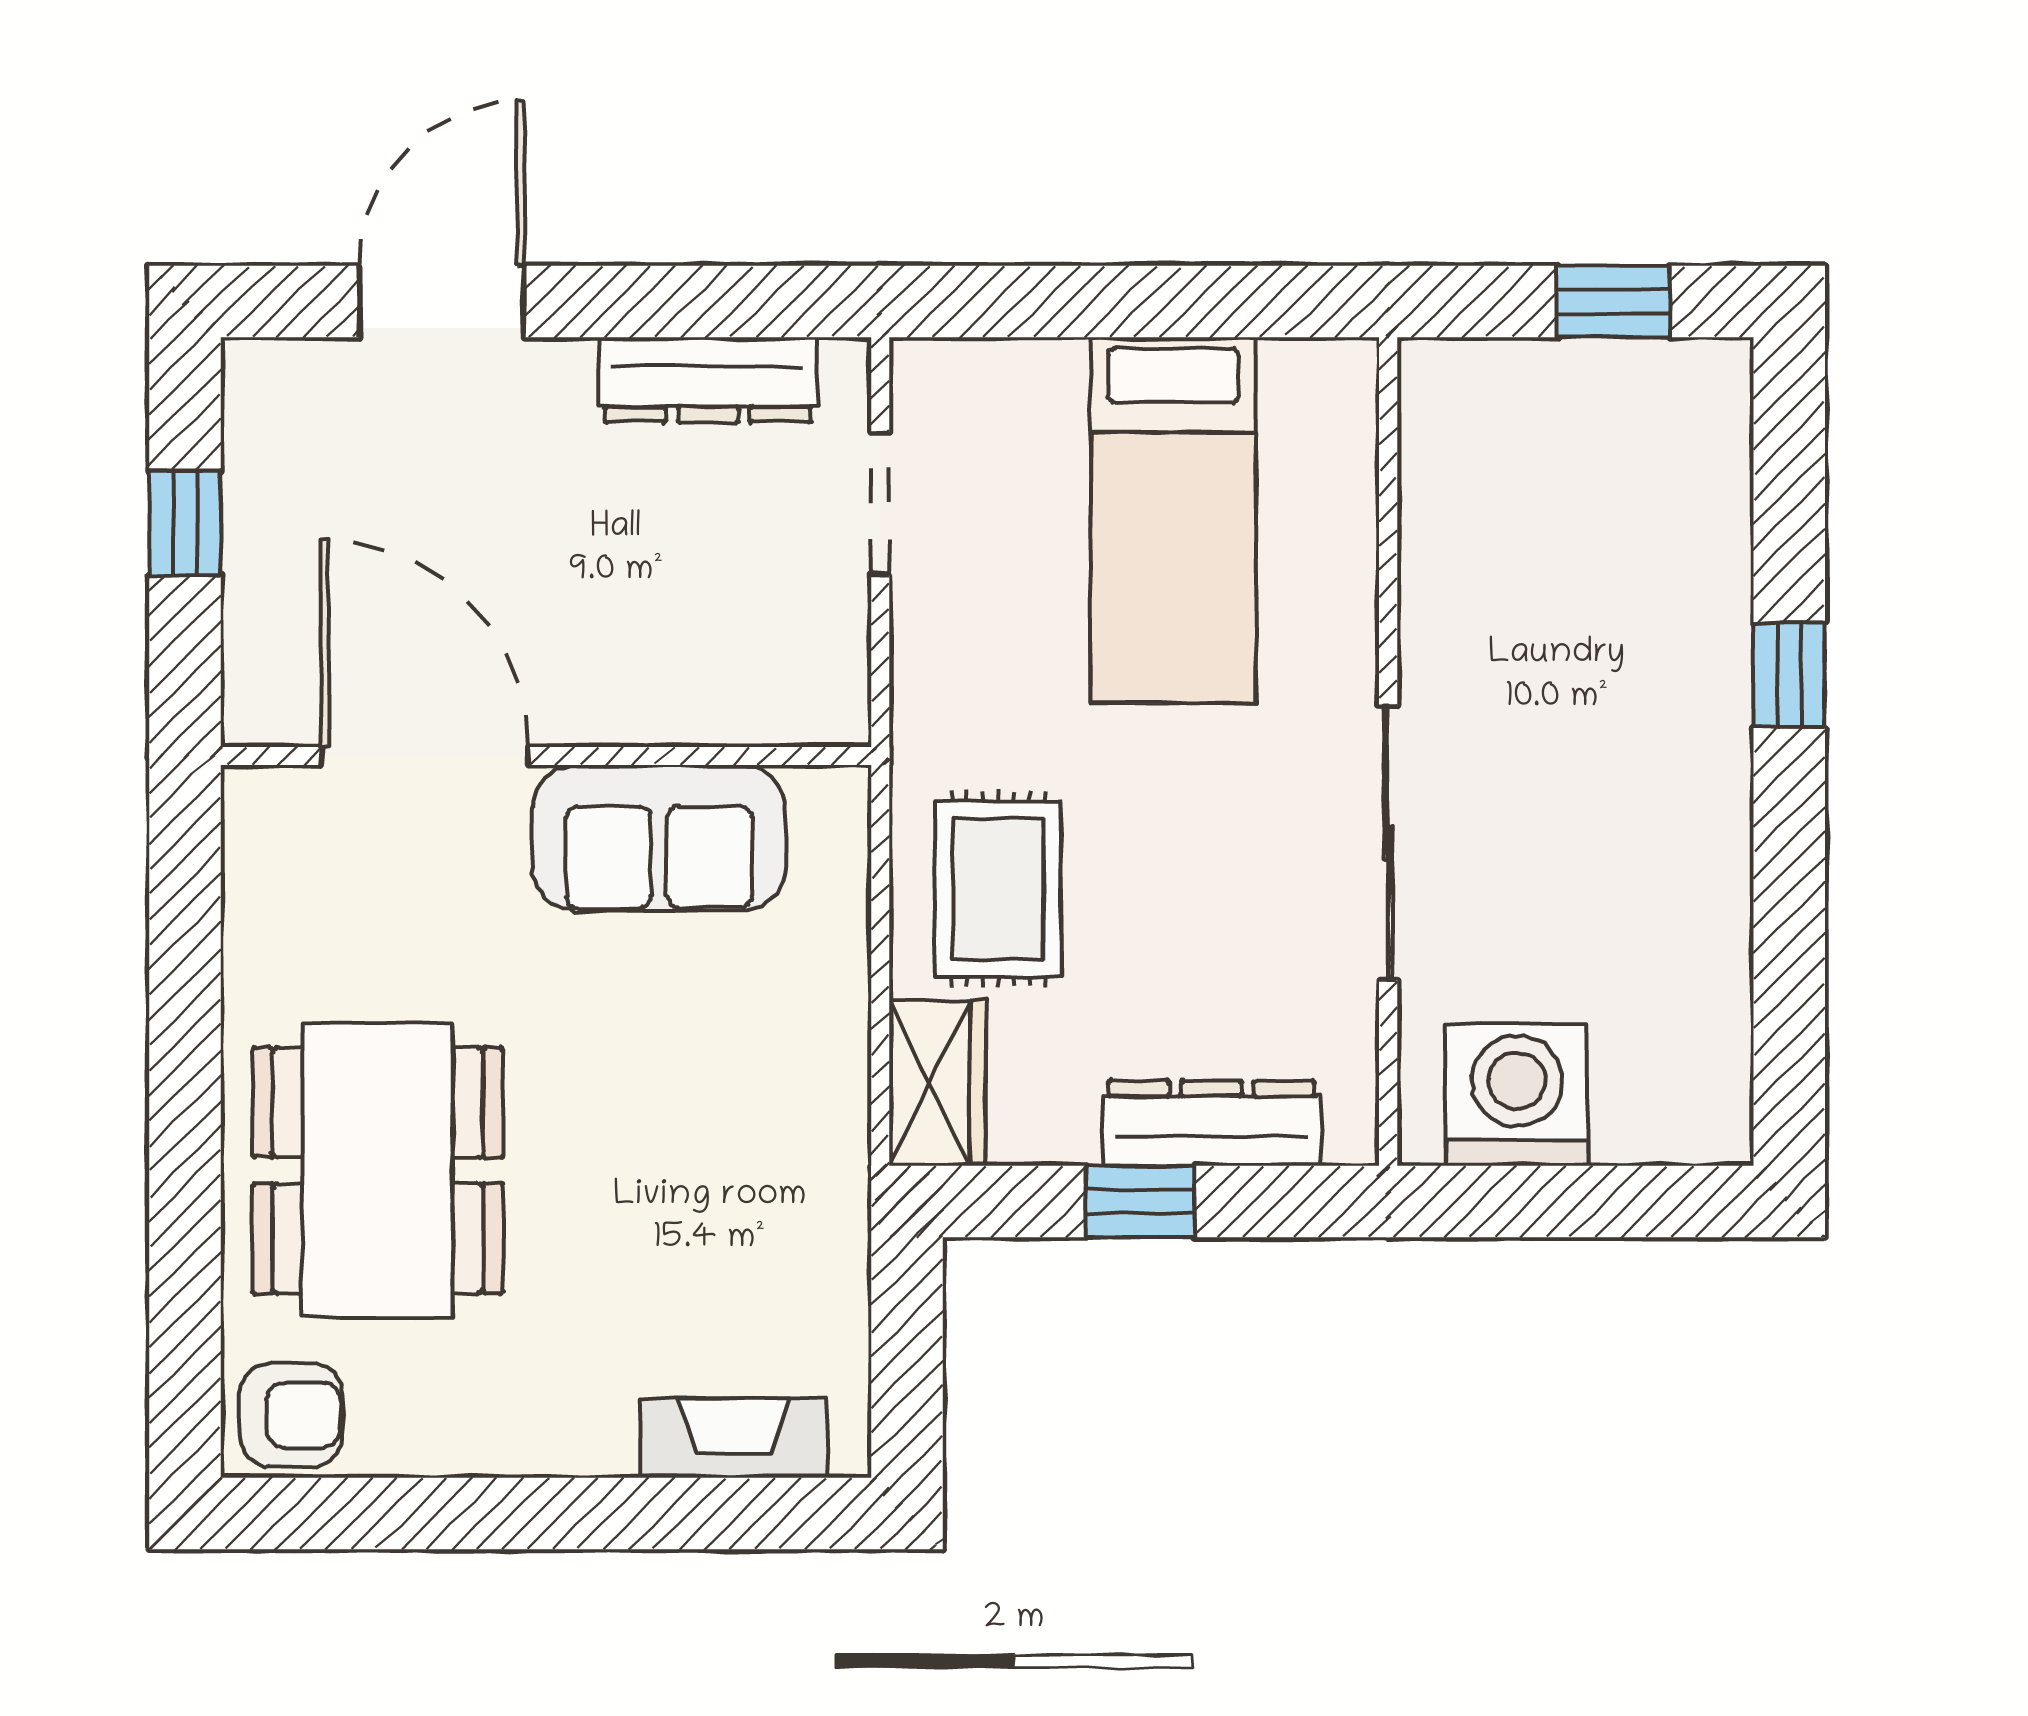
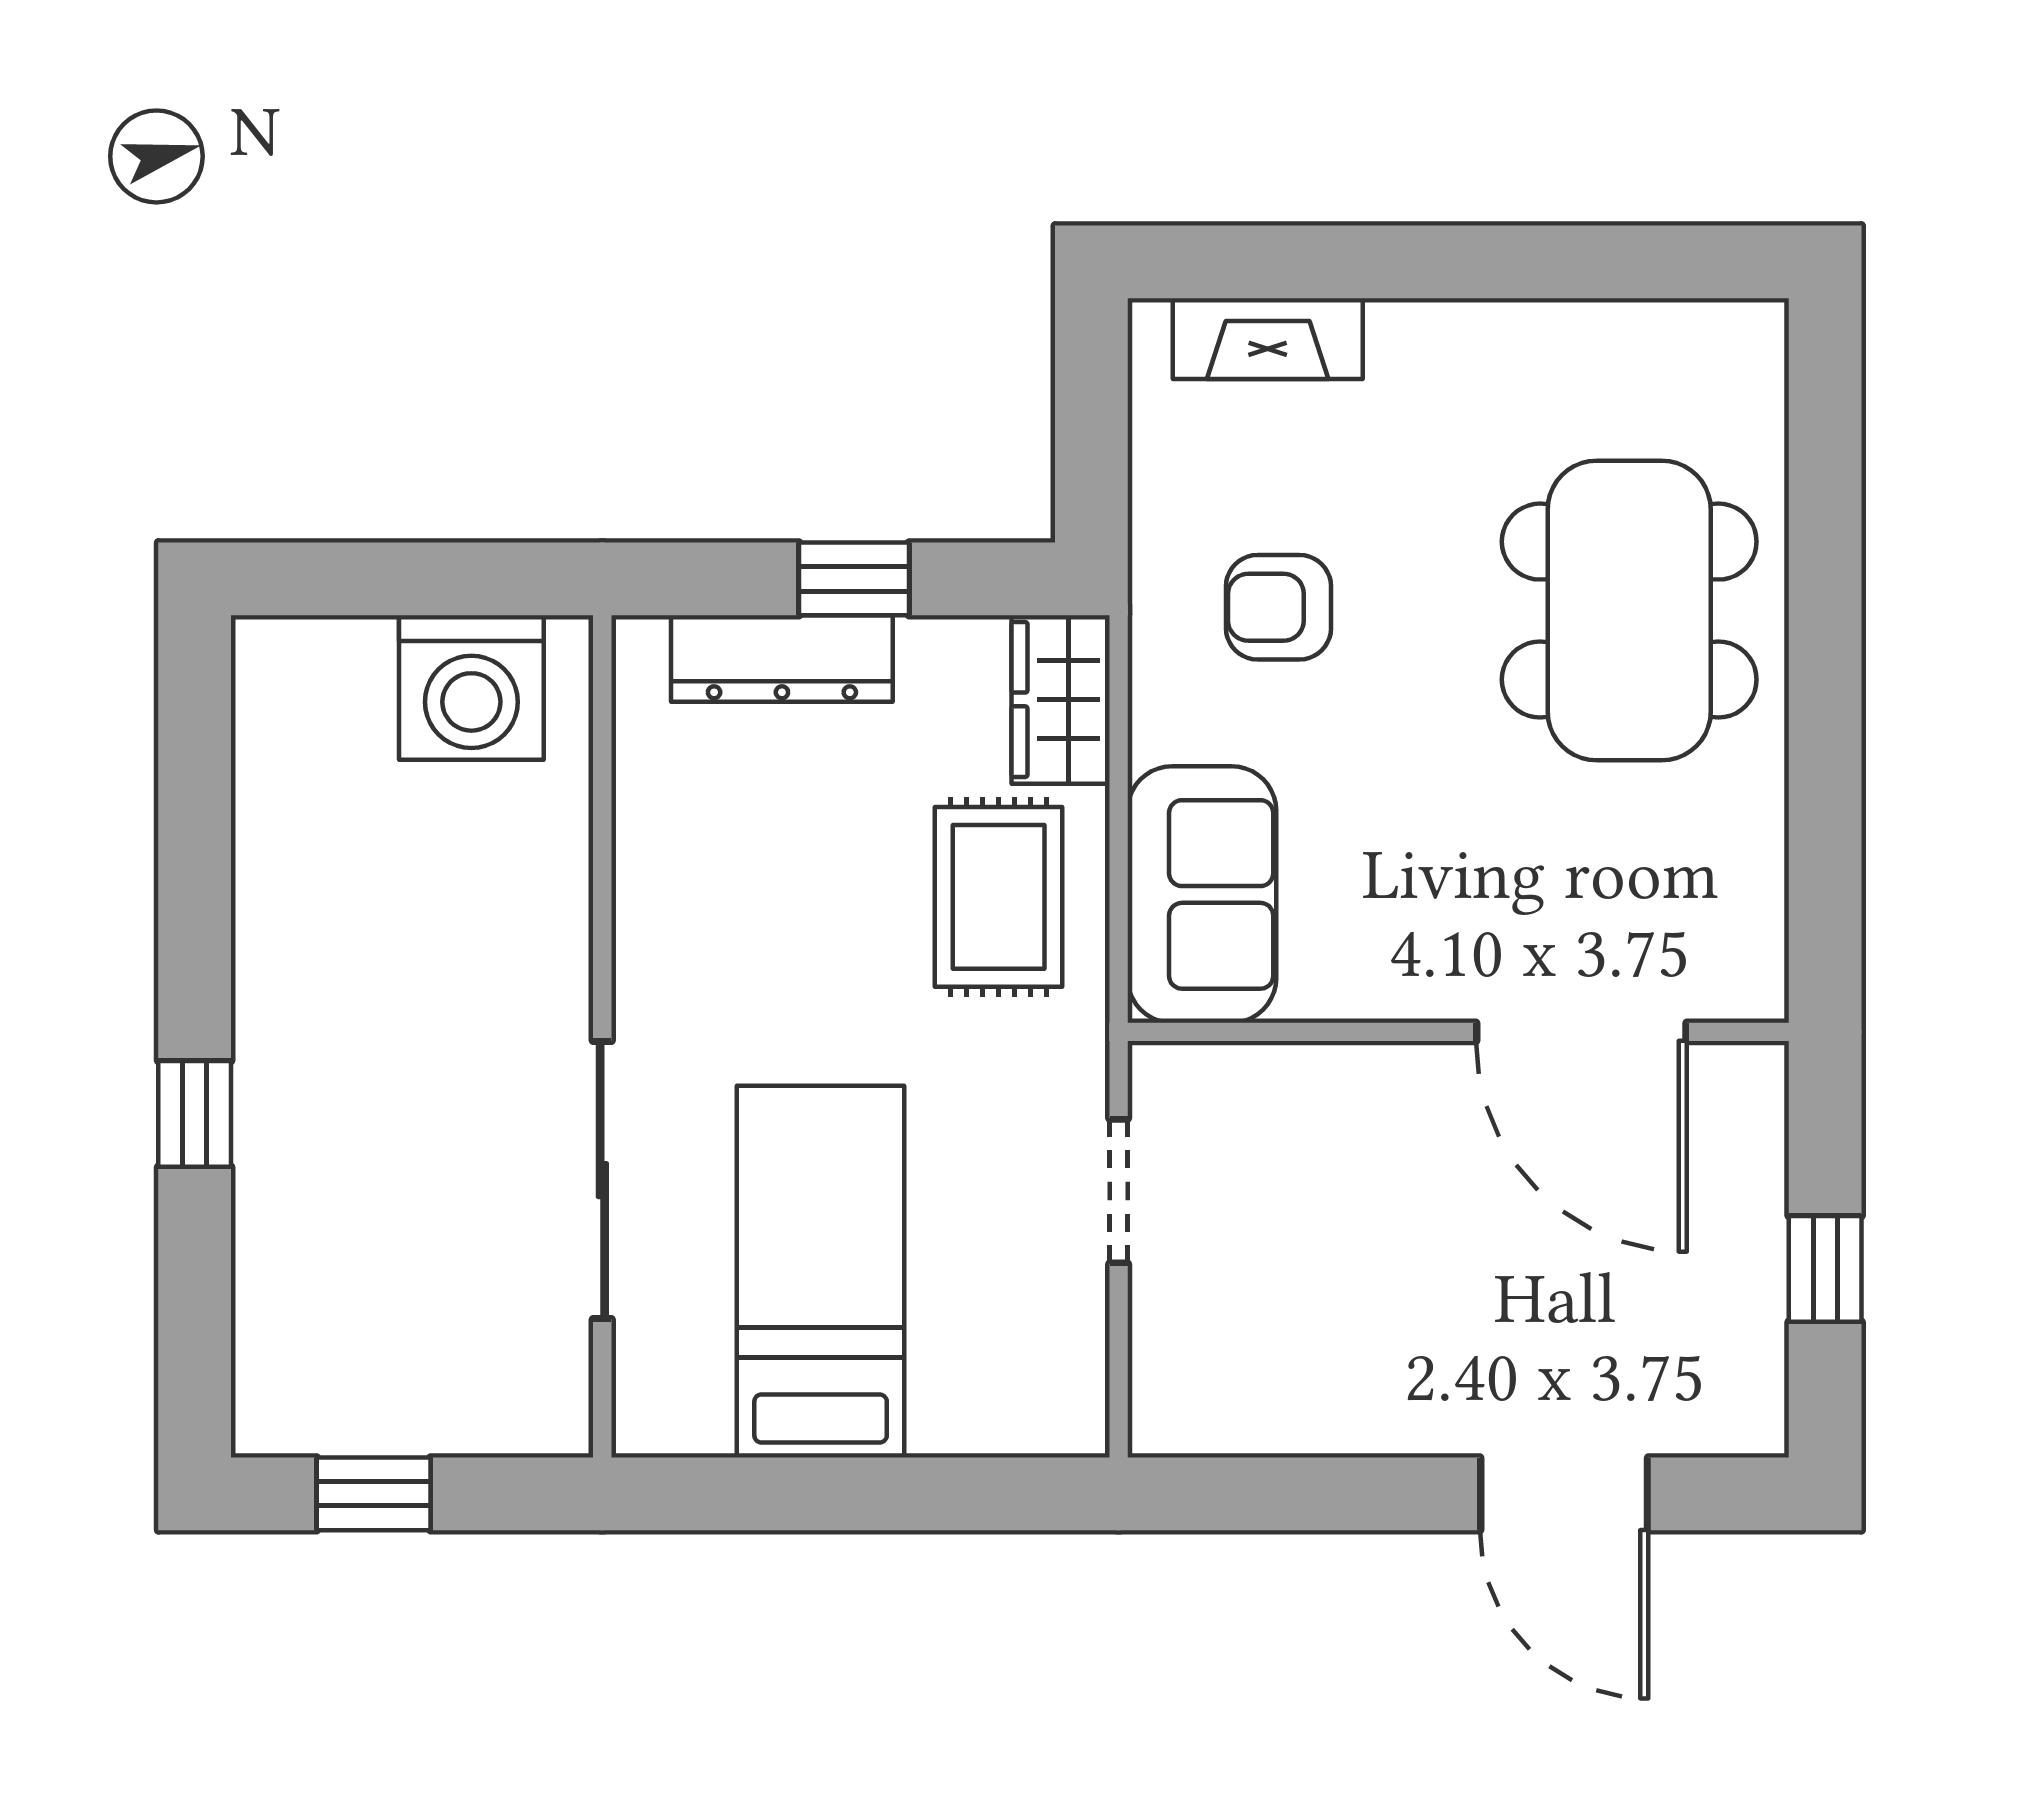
door: (442, 301) -> (1564, 1494), hinge flipped
dresser: (708, 380) -> (1294, 1414), removed
doorway: (880, 504) -> (1119, 1191), moved
sofa: (659, 838) -> (1202, 894), moved, turned 90
sliding door: (1388, 843) -> (602, 1180), moved
armchair: (291, 1415) -> (1279, 607), moved

